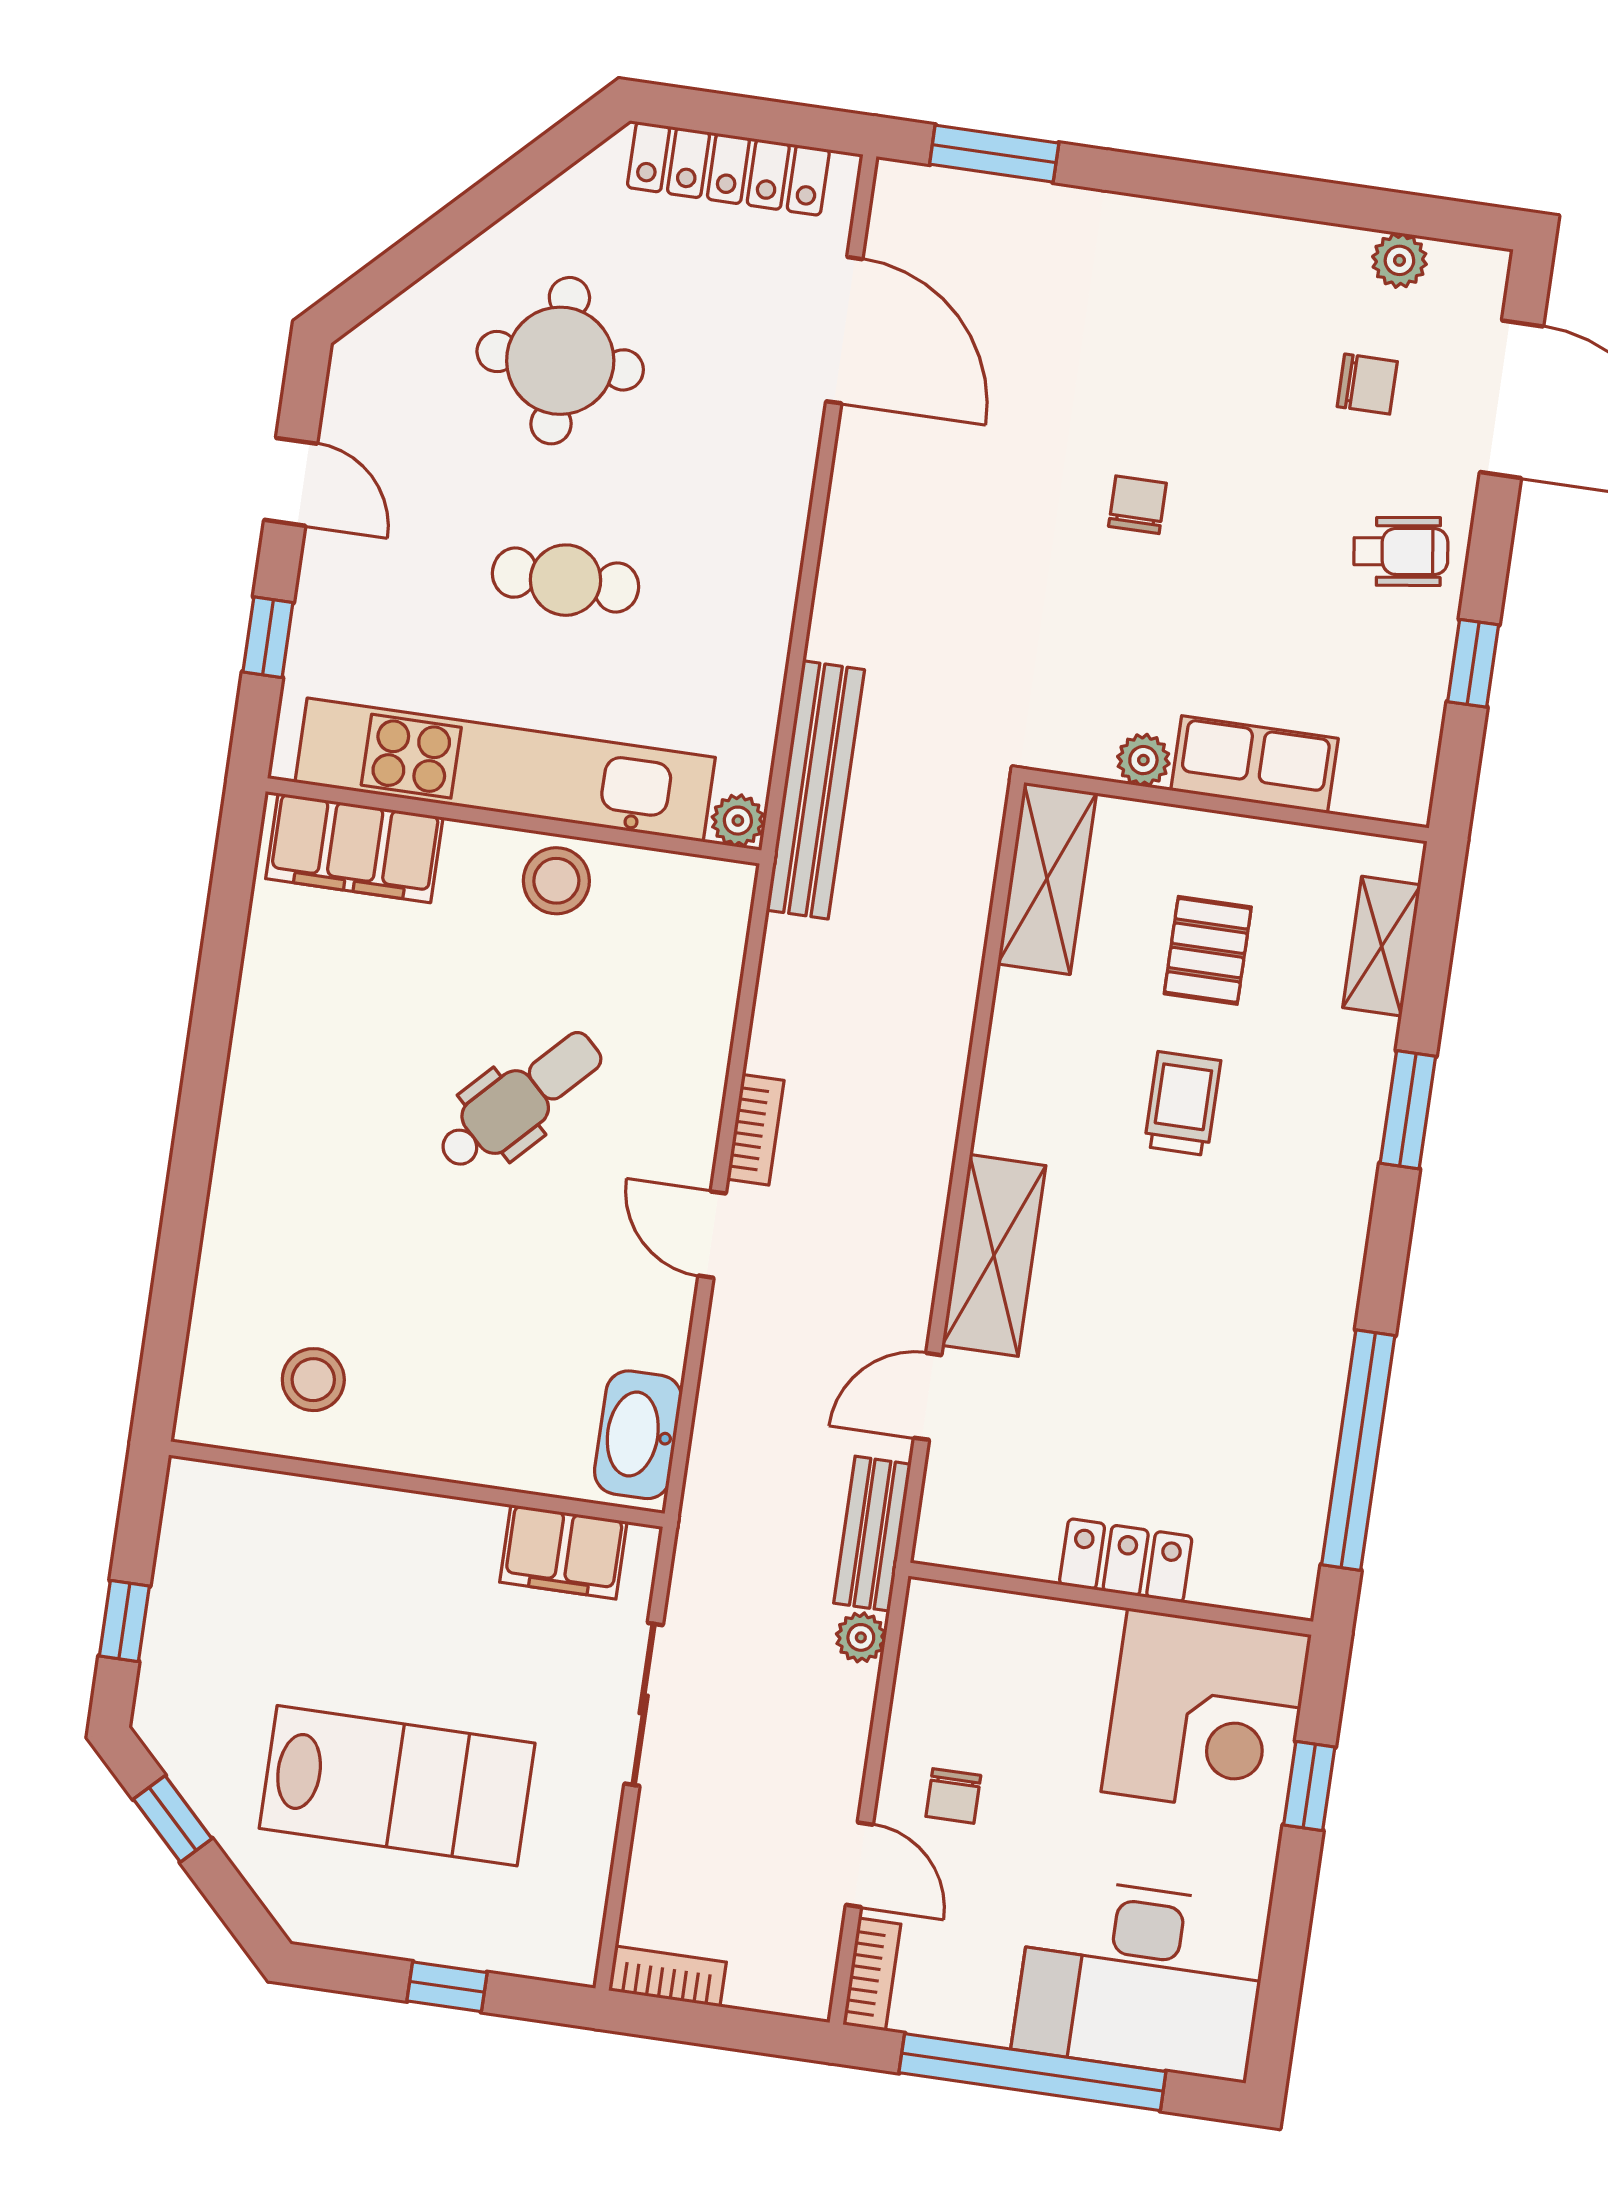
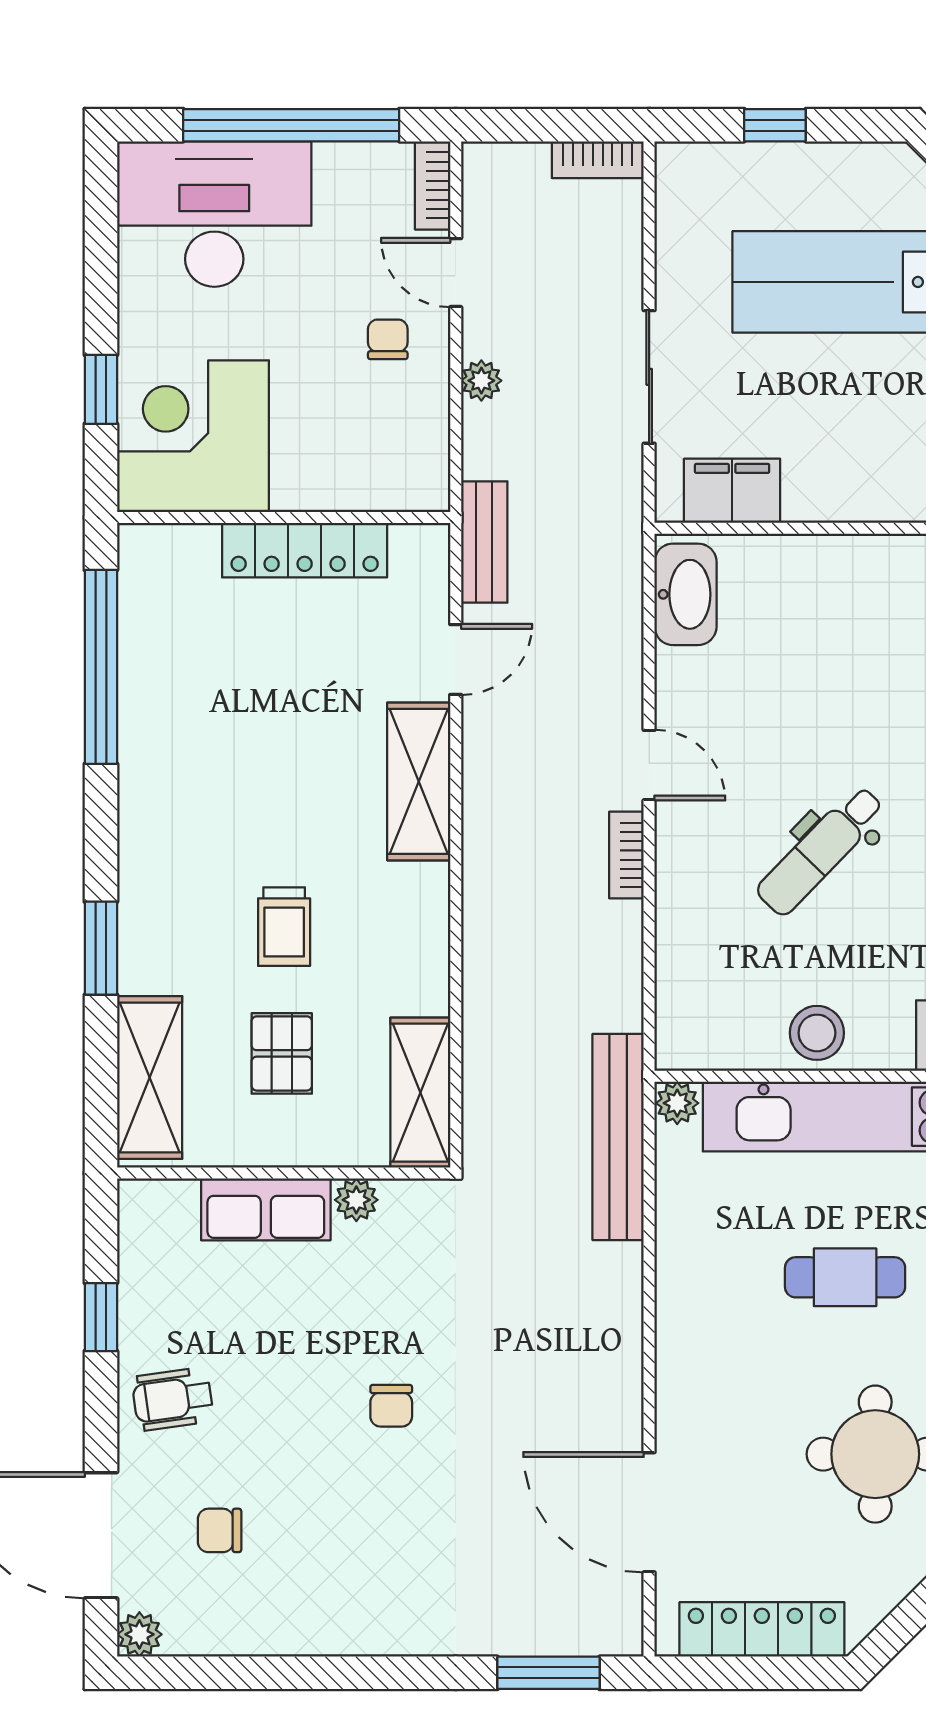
plant: (1399, 260) -> (139, 1634), moved
shelving: (1382, 946) -> (150, 1077), width x1.50, depth x1.33
locker: (1126, 1561) -> (305, 550), width x1.53
plant: (861, 1637) -> (481, 381), moved

